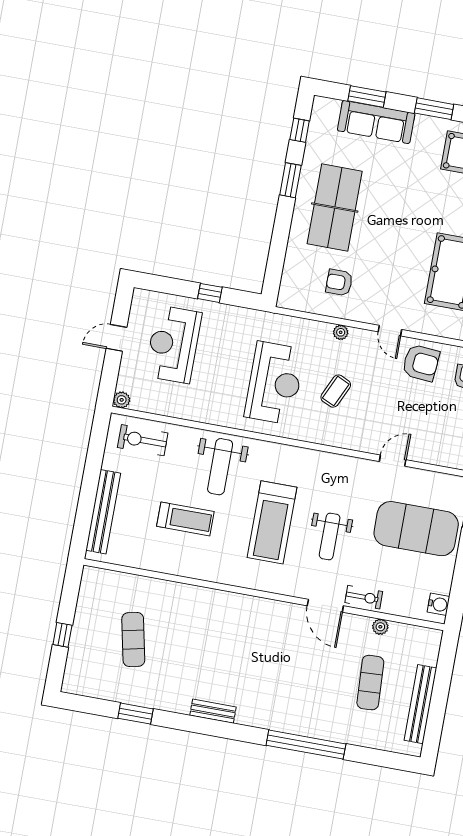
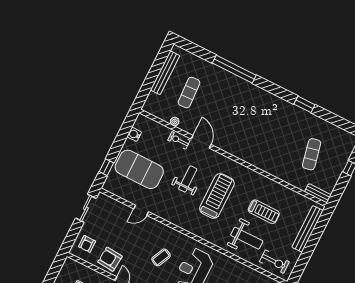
weight bench: (220, 467) -> (247, 238), moved, turned 90
treadmill: (185, 519) -> (264, 212), turned 180
water cooler: (438, 604) -> (134, 134), moved
bench: (213, 711) -> (318, 193), moved
window: (135, 714) -> (304, 104), moved

